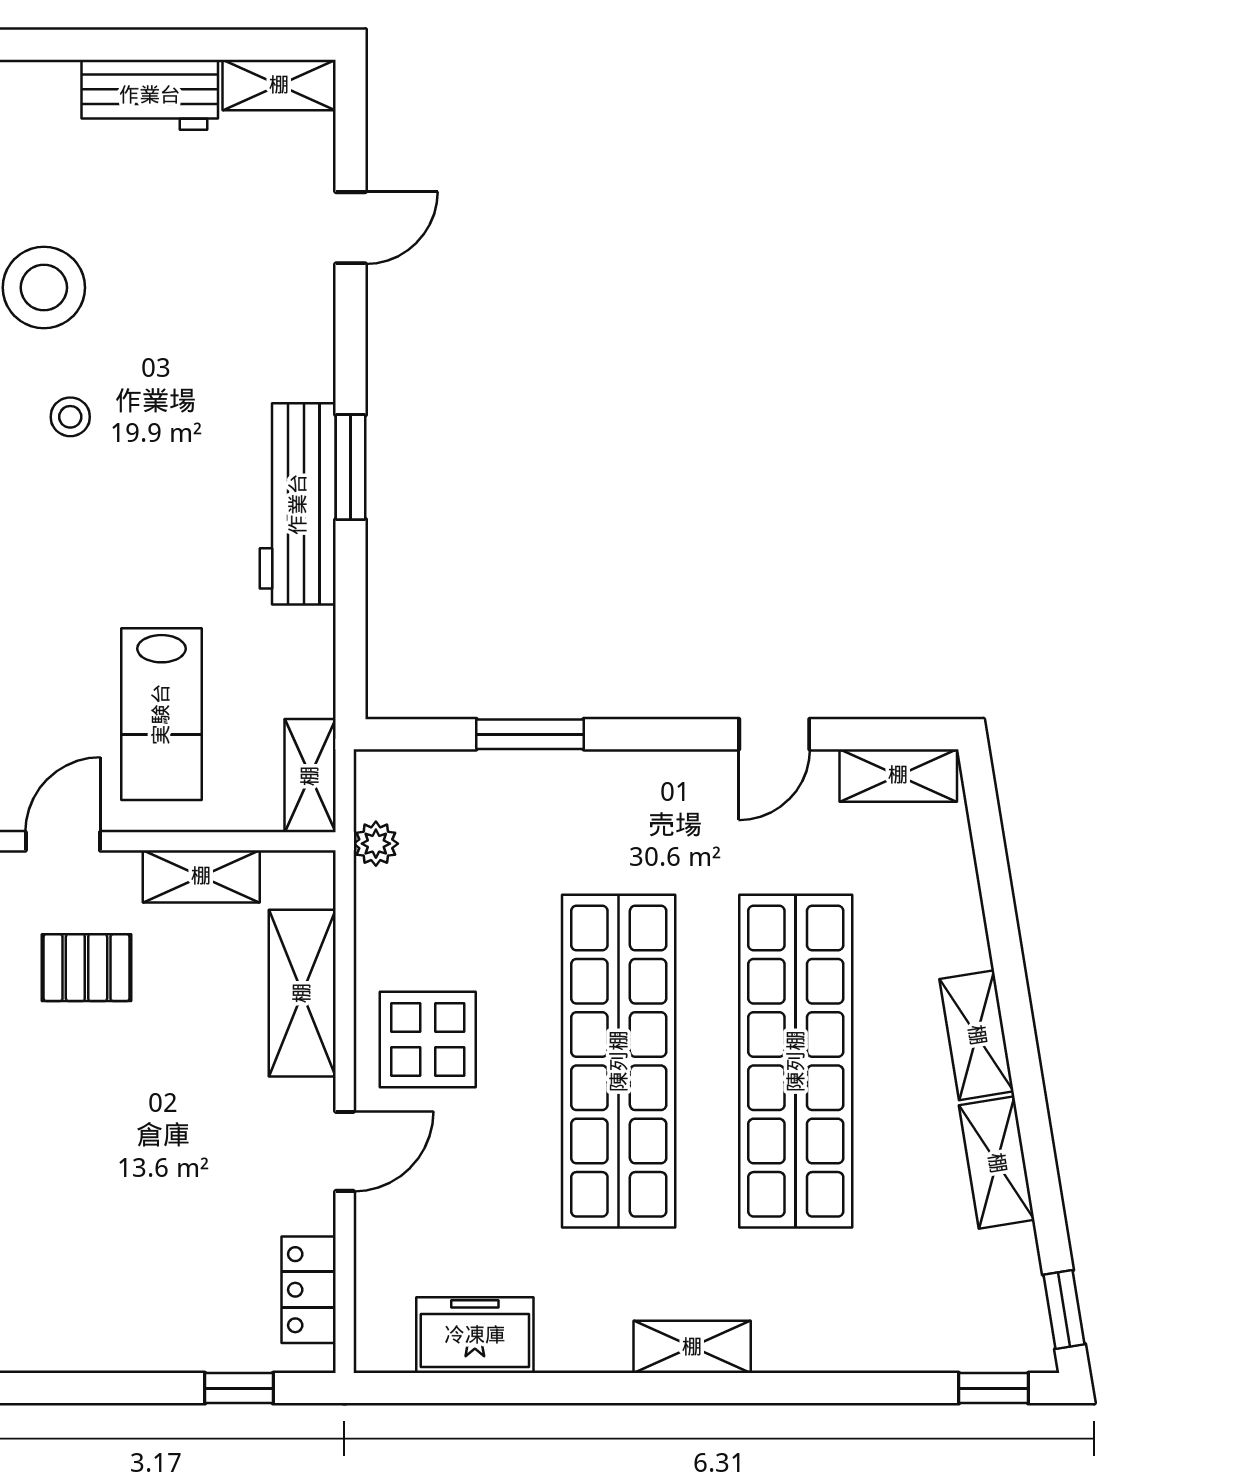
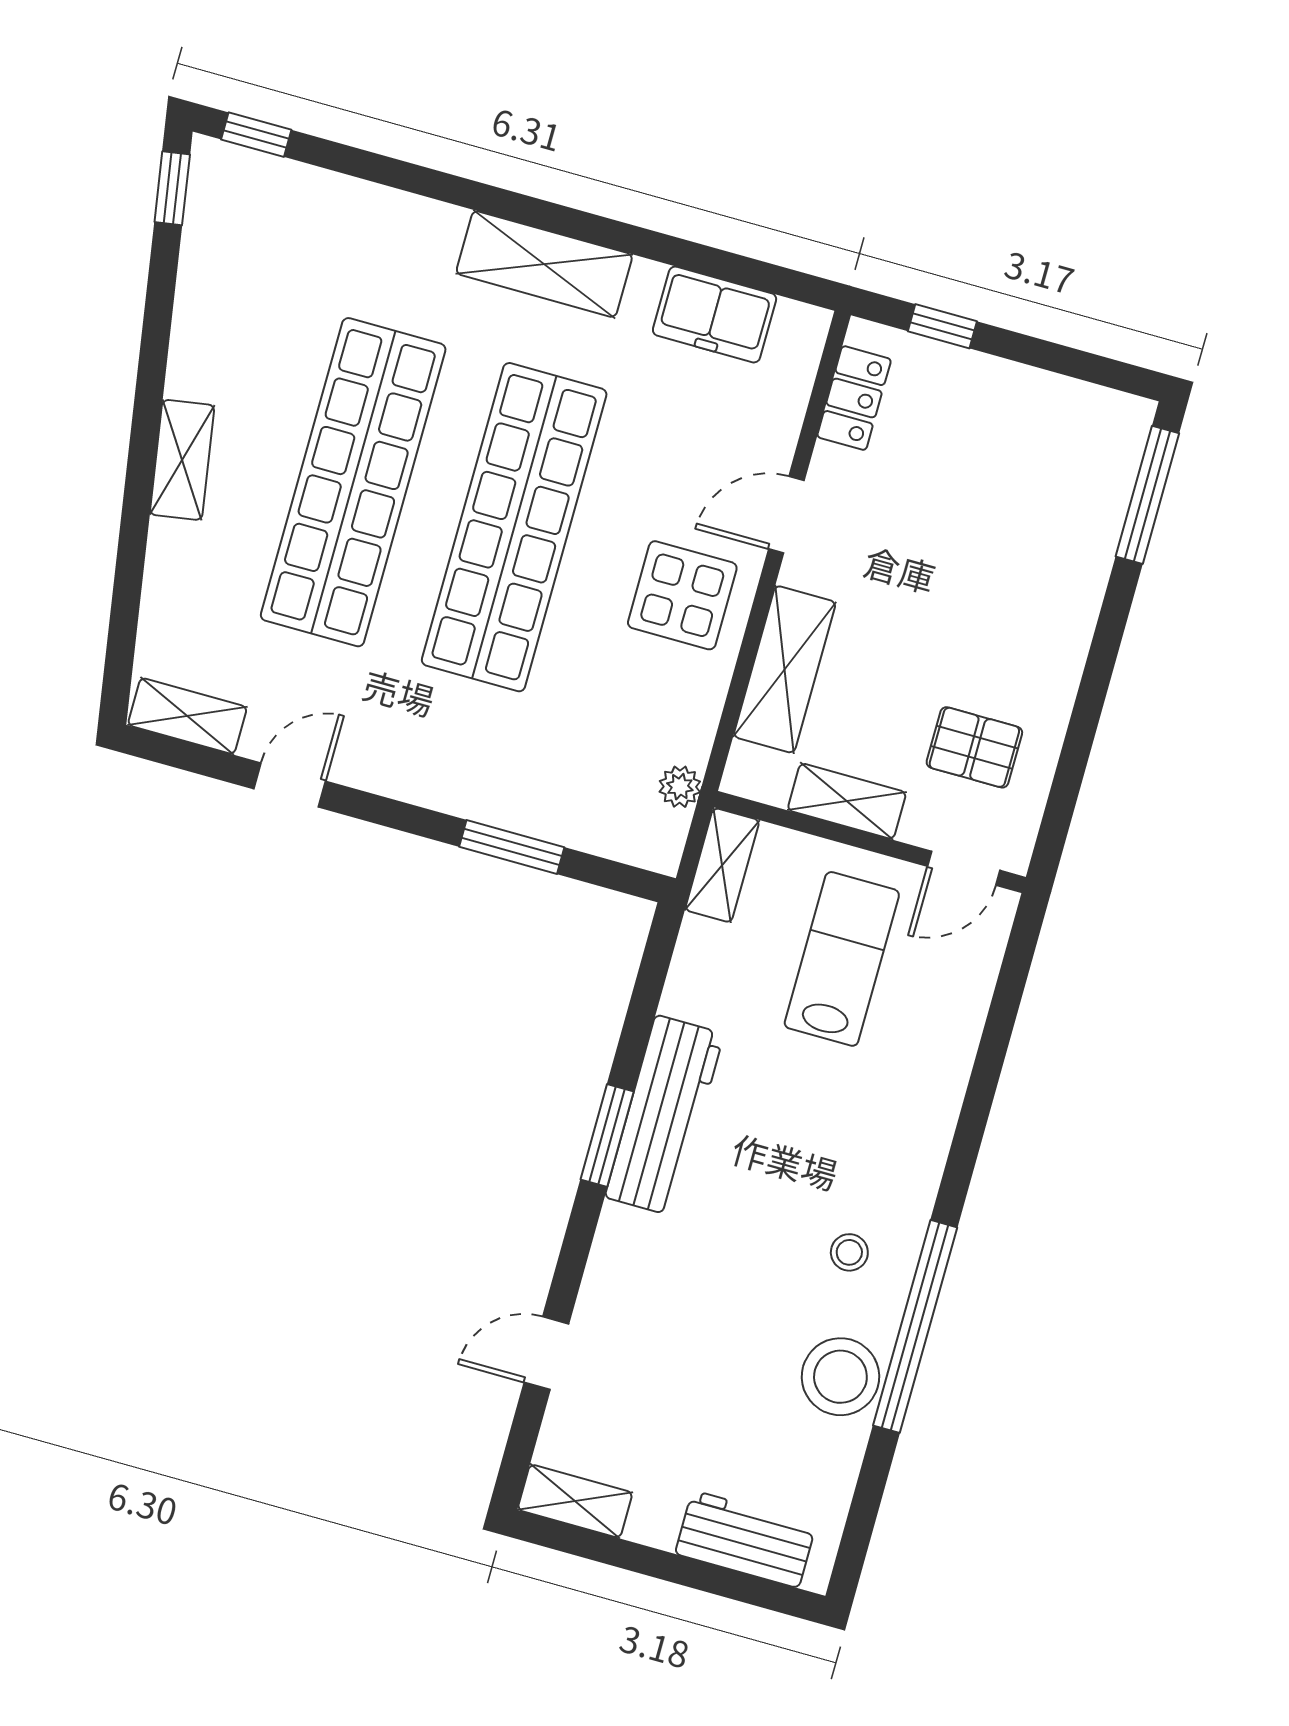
workbench: (150, 95) -> (746, 1539), moved
shelving: (997, 1163) -> (196, 339), removed
shelving: (692, 1347) -> (544, 264), width x1.50, depth x1.33

